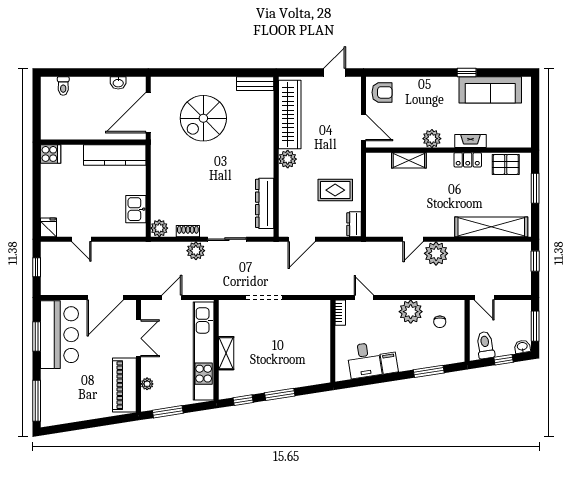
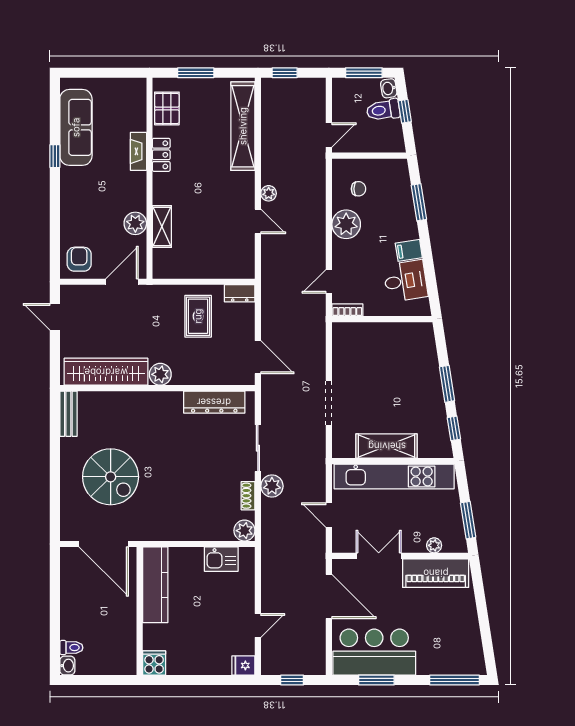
washbasin: (118, 83) -> (67, 666), moved
plant: (432, 139) -> (135, 223), moved
plant: (436, 253) -> (269, 193), width x0.53, depth x0.53
toilet: (485, 345) -> (383, 110), moved
shelving: (226, 353) -> (387, 446), width x1.50, depth x1.33

